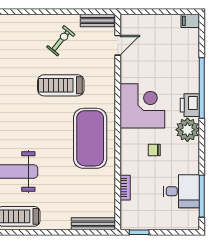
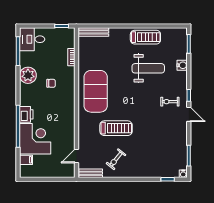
filing cabinet: (190, 21) -> (26, 160), moved
corner desk: (142, 106) -> (35, 139), moved, turned 180
plant: (187, 130) -> (28, 75), moved
desk: (181, 191) -> (32, 39), moved

